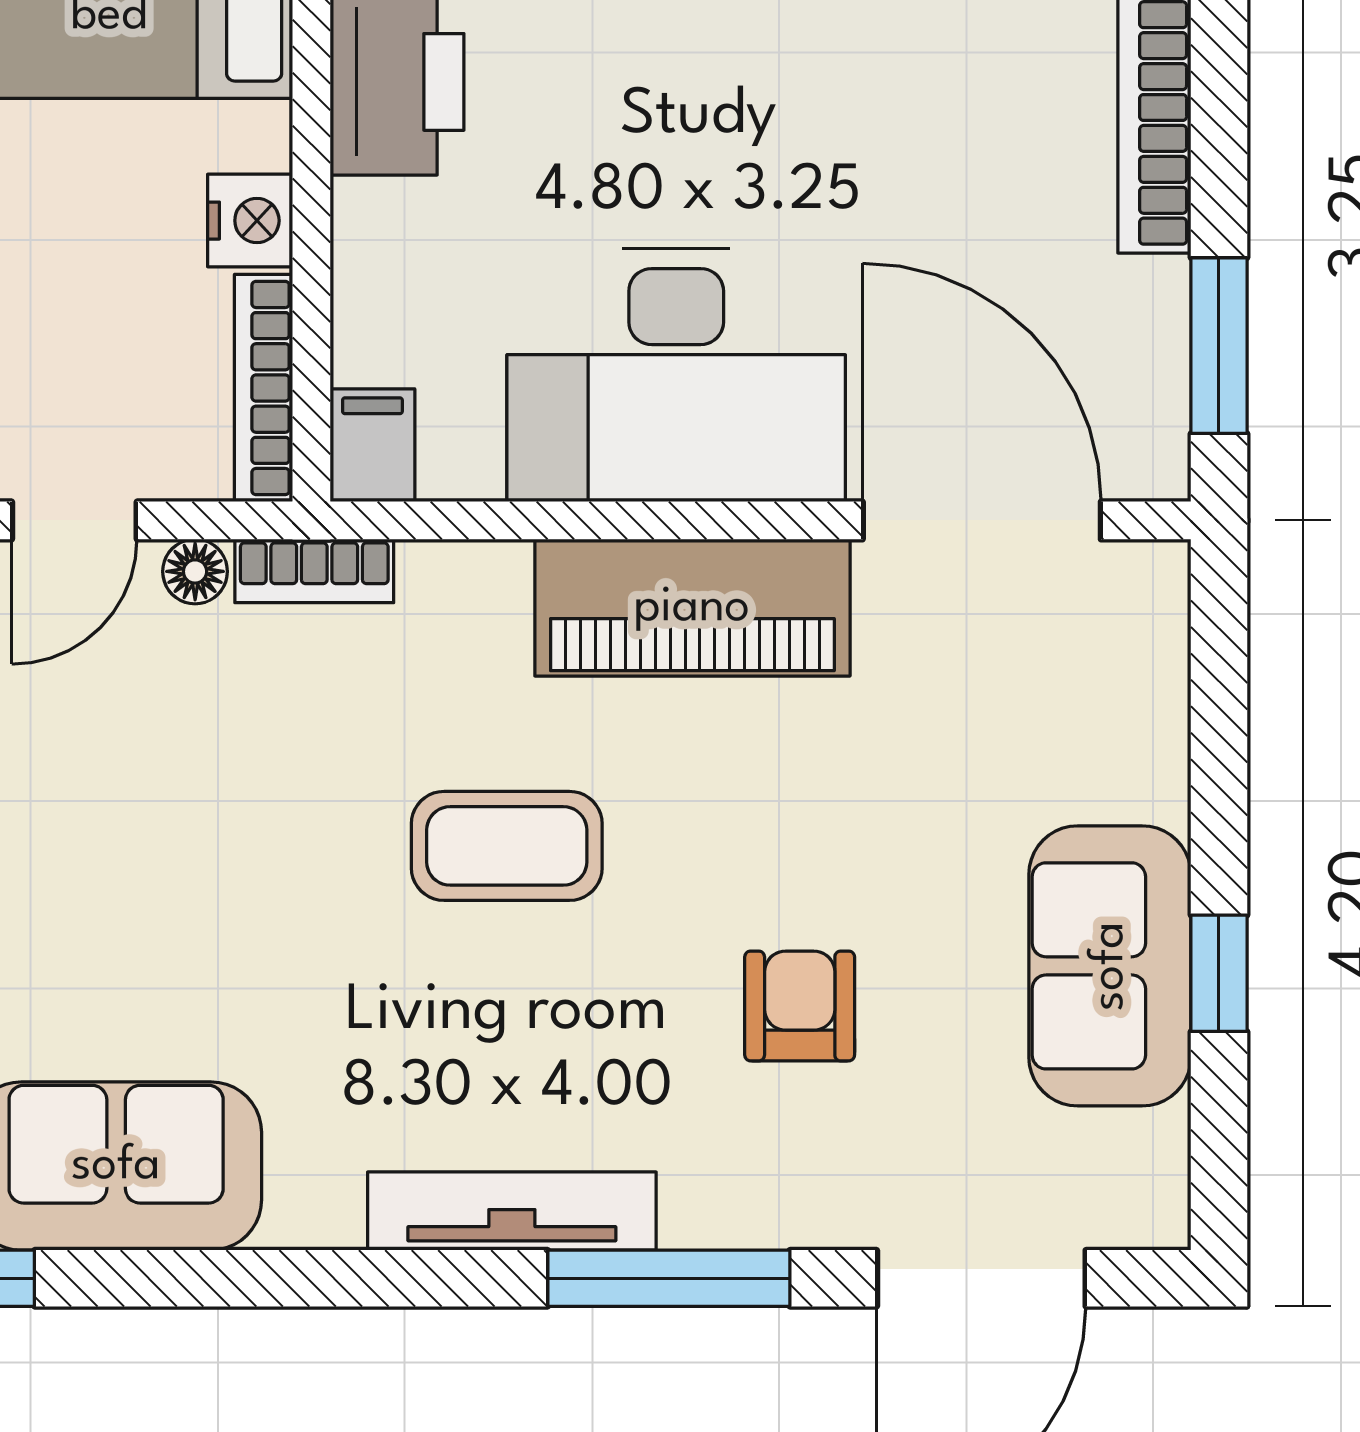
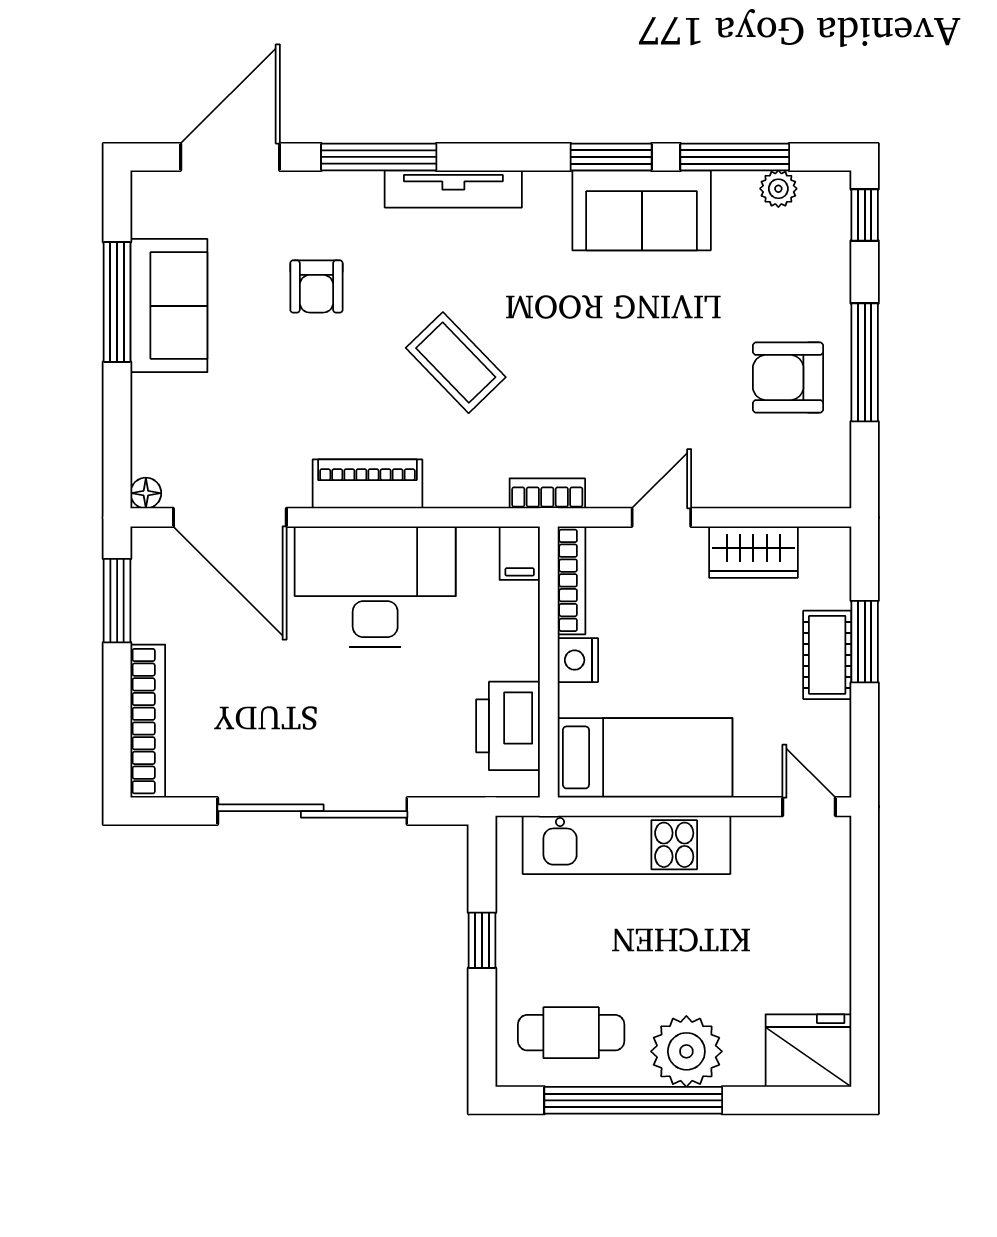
floor lamp: (195, 571) -> (146, 493), moved
piano: (692, 608) -> (367, 484), width x0.73, depth x0.75
coffee table: (507, 846) -> (456, 363), turned 46
window: (1219, 973) -> (117, 302), width x2.17
window: (180, 1278) -> (611, 157), added

